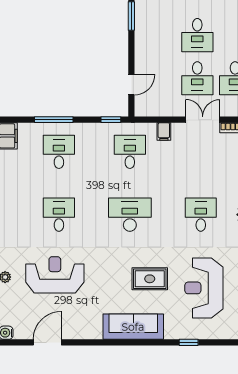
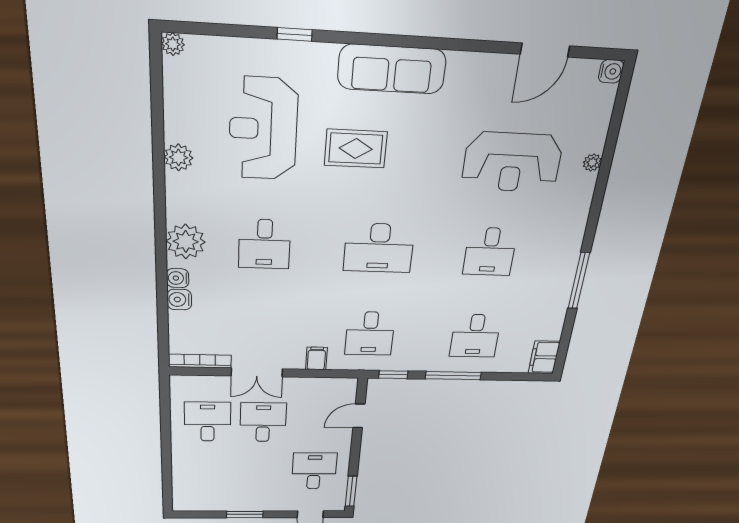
desk: (197, 35) -> (314, 471), moved
window: (54, 120) -> (453, 376), moved
reception desk: (204, 288) -> (263, 129), turned 180

